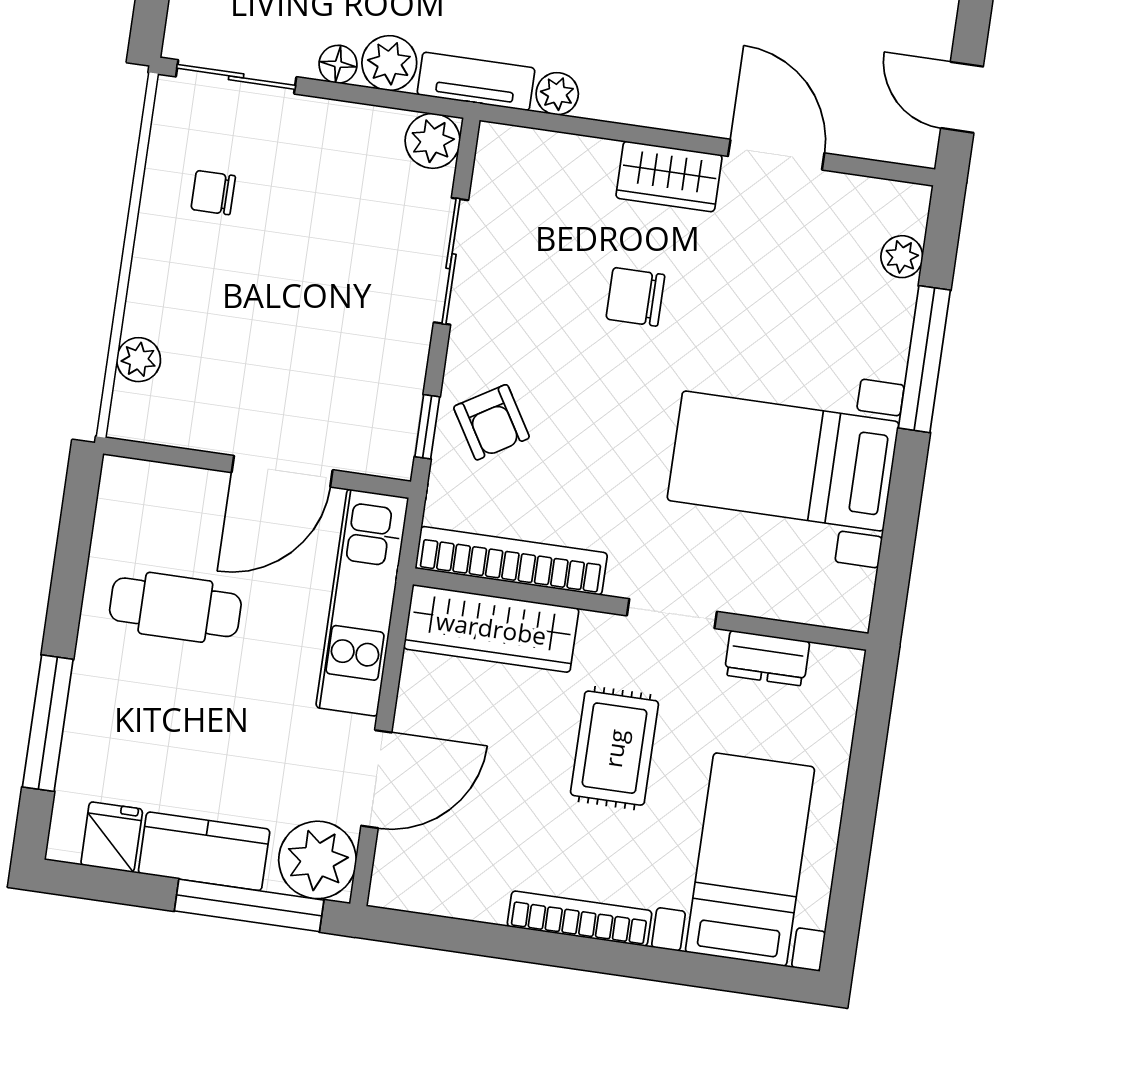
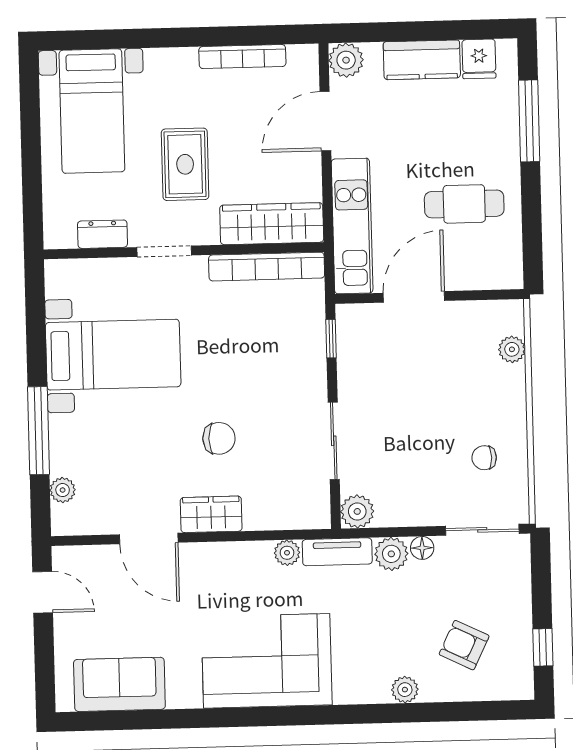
chair: (213, 193) -> (484, 458), turned 180
armchair: (491, 422) -> (293, 348), removed
plant: (318, 860) -> (346, 60), width x0.73, depth x0.73
window: (249, 905) -> (389, 32), removed
bookcase: (580, 919) -> (242, 57), moved

